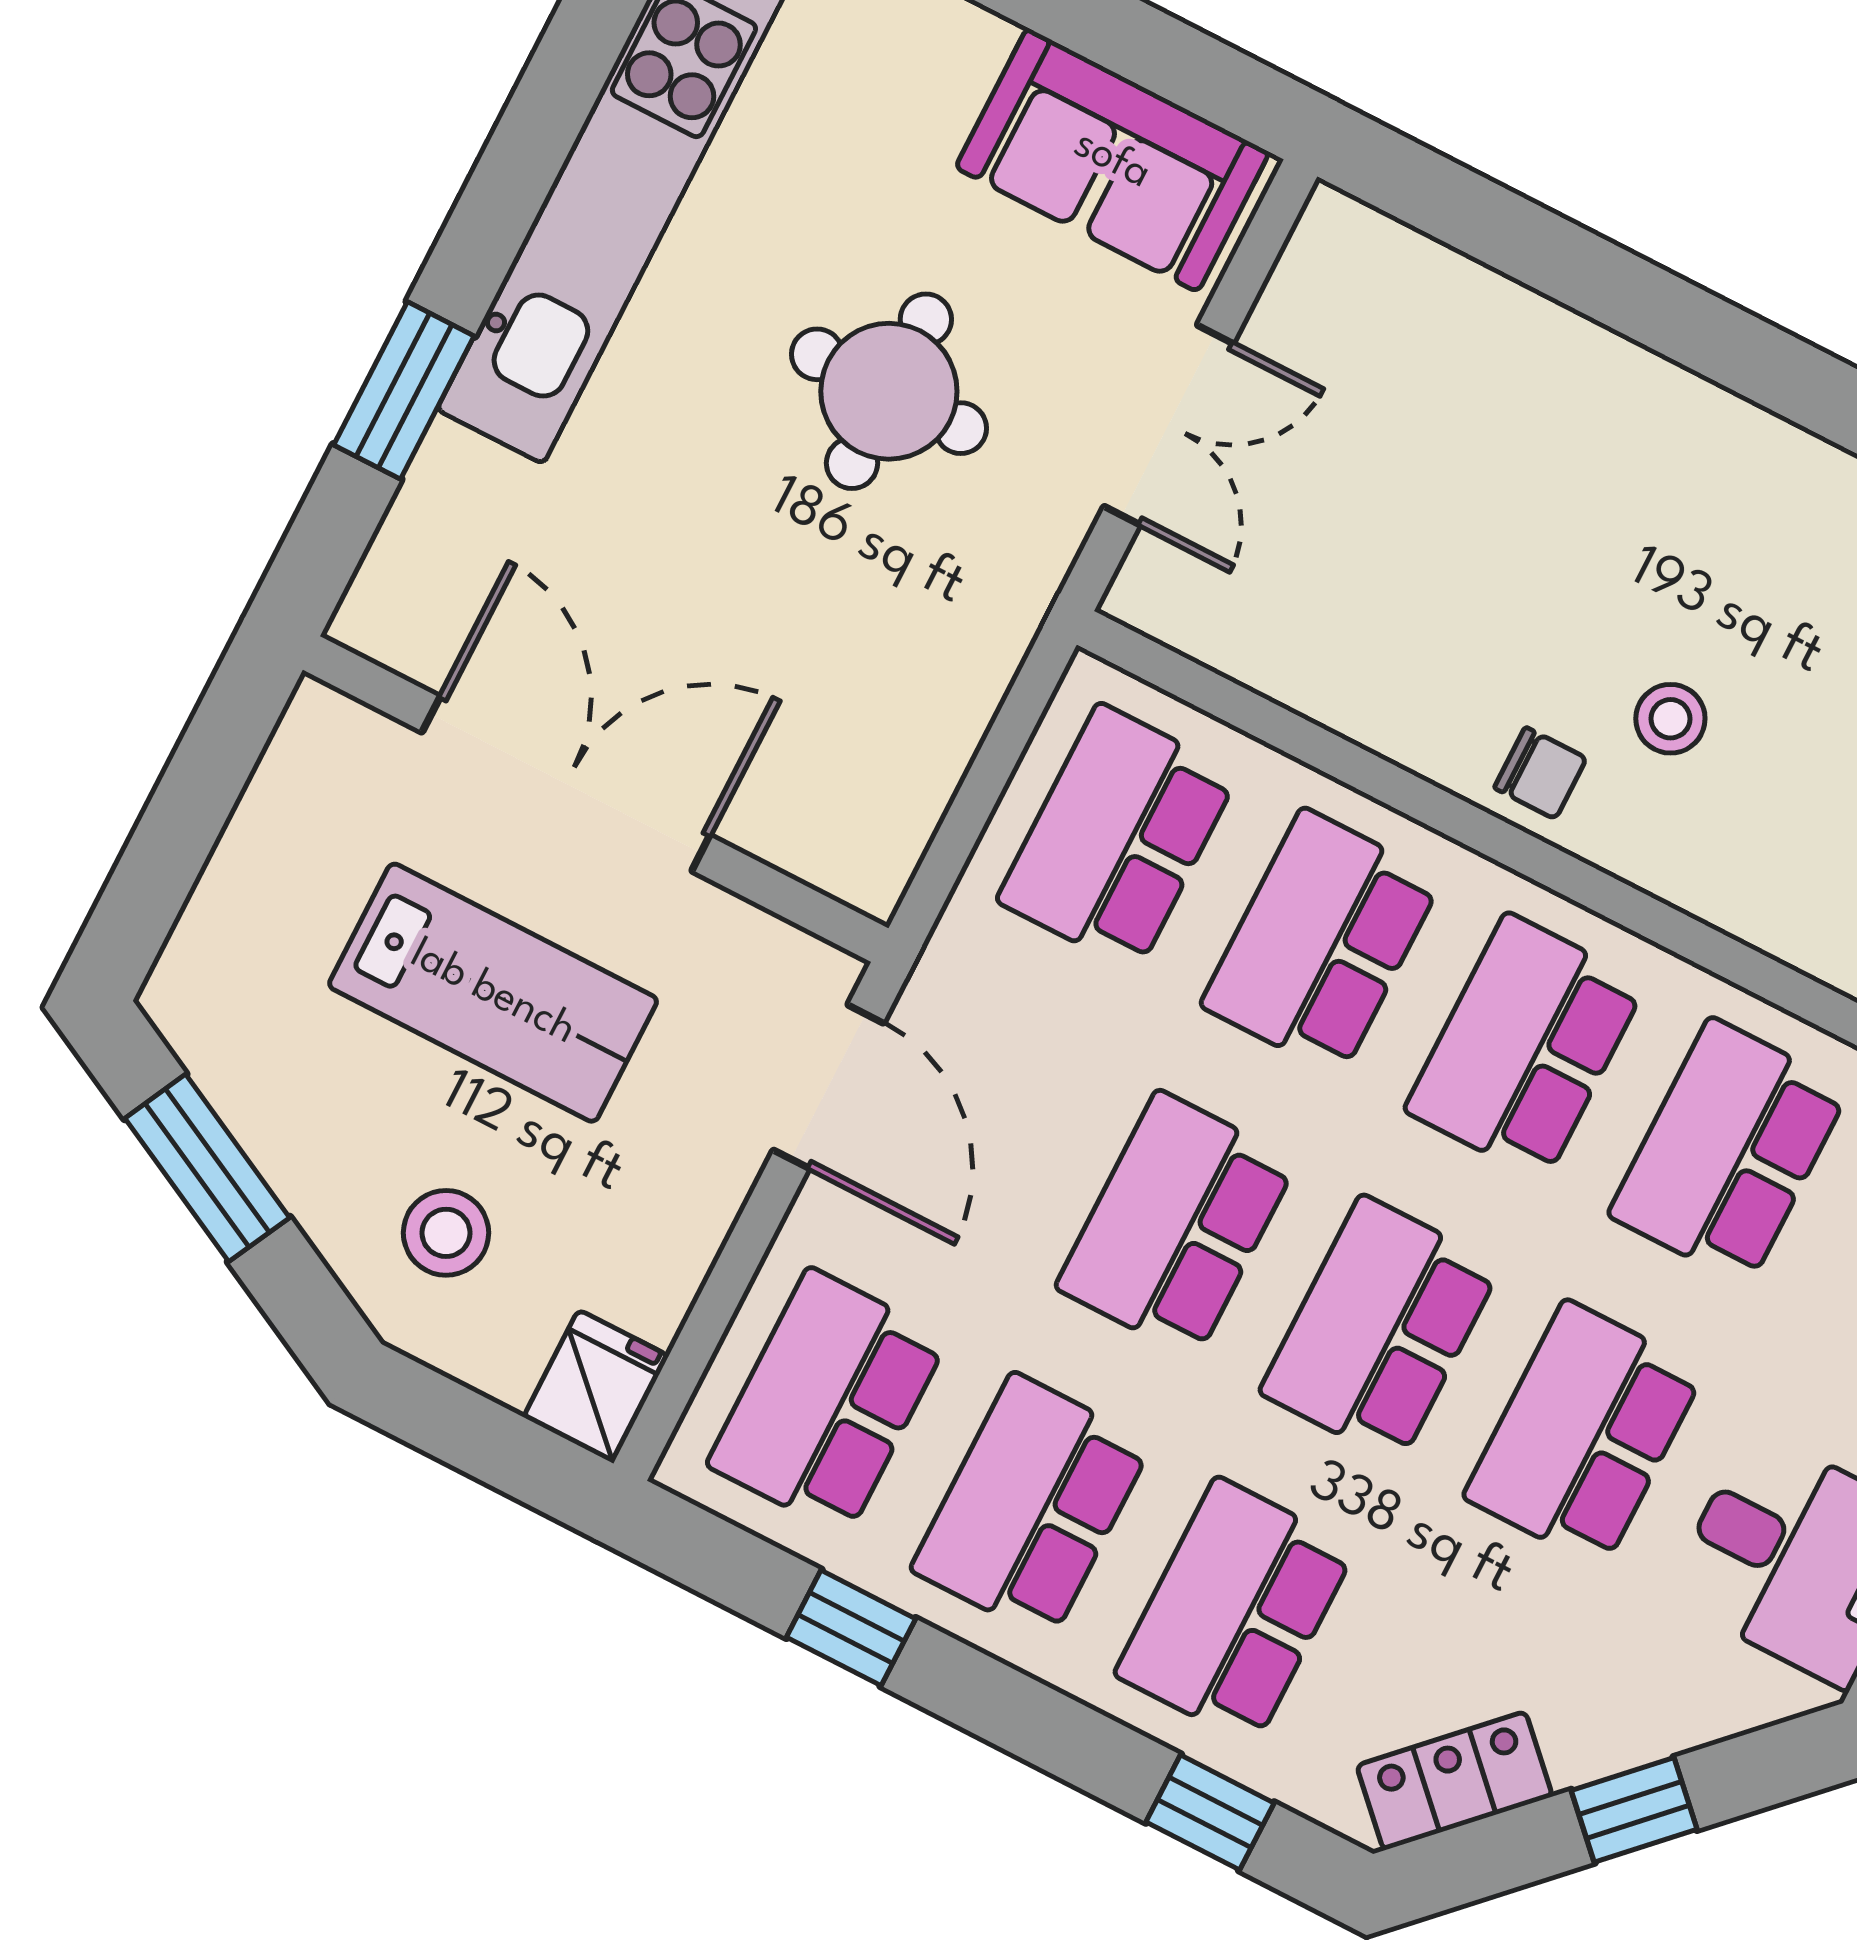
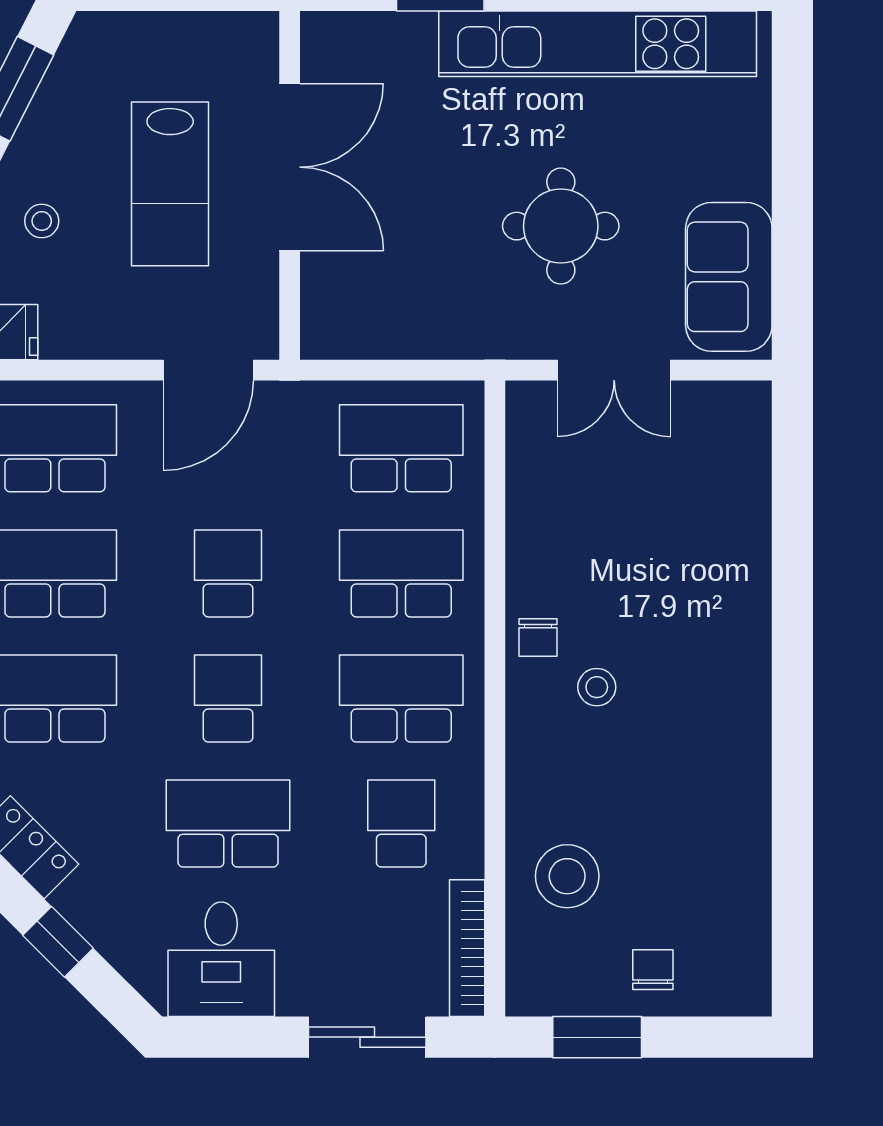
school desk: (1729, 1152) -> (401, 824), width x0.54
school desk: (1176, 1224) -> (228, 573), width x0.54
stool: (446, 1233) -> (42, 221), width x0.73, depth x0.73
school desk: (1380, 1329) -> (228, 698), width x0.54

